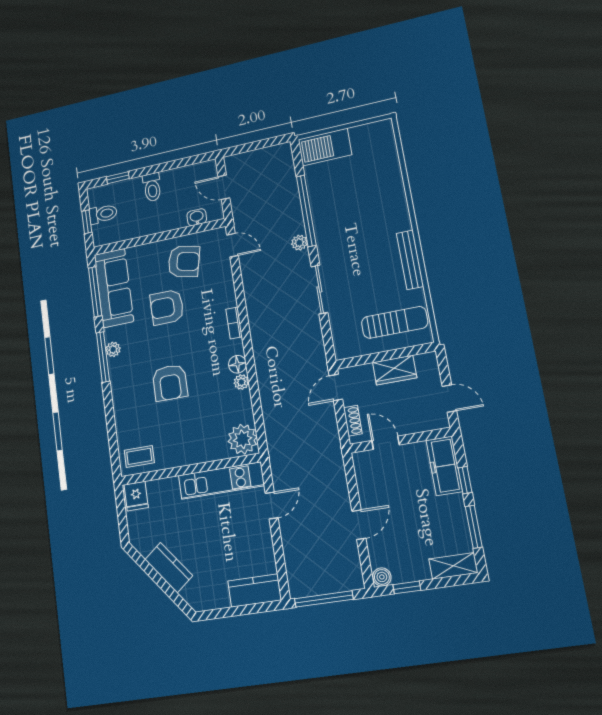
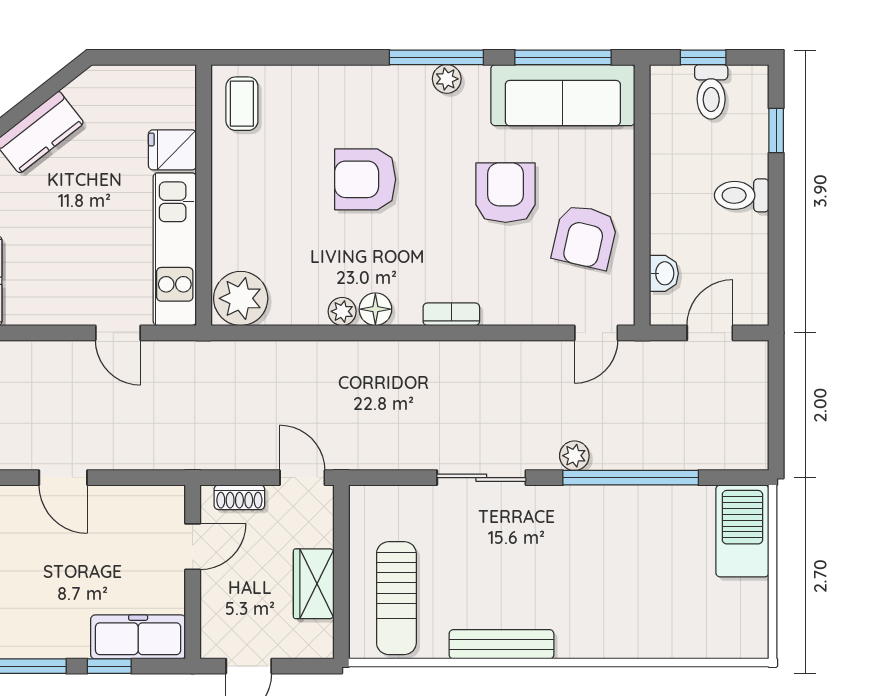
fridge: (136, 496) -> (172, 150), moved

